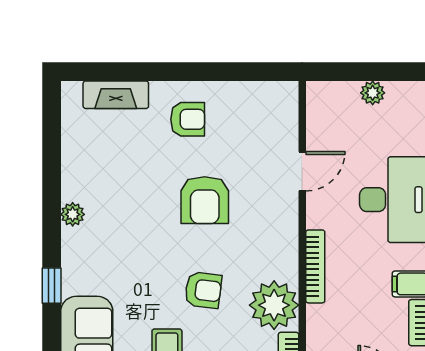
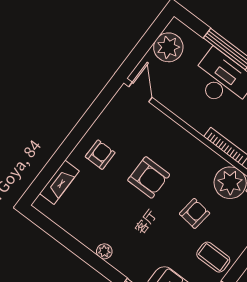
plant: (373, 93) -> (168, 47), width x1.88, depth x1.88
door: (302, 171) -> (141, 92), moved

